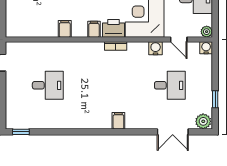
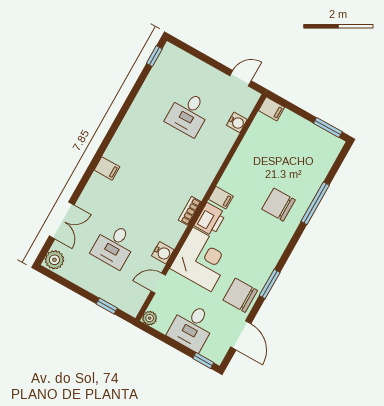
filing cabinet: (65, 29) -> (272, 109), moved
water cooler: (206, 48) -> (237, 122), moved
window: (215, 99) -> (107, 306), moved
double door: (173, 132) -> (62, 220), swing flipped

